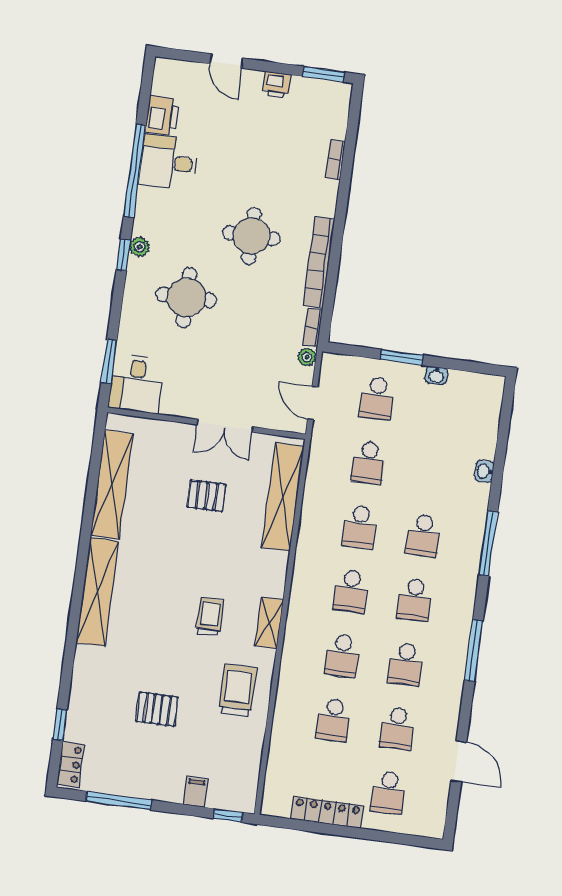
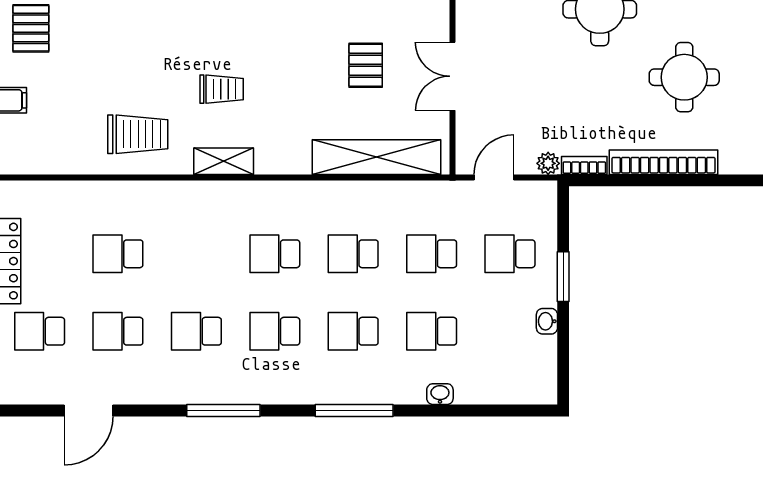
school desk: (342, 655) -> (432, 331), moved
pallet: (157, 709) -> (31, 28), moved

